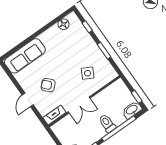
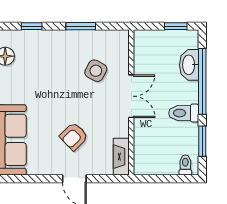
double door: (79, 105) -> (131, 96), moved
washbasin: (132, 110) -> (189, 65), moved
toilet: (107, 123) -> (184, 113), moved

